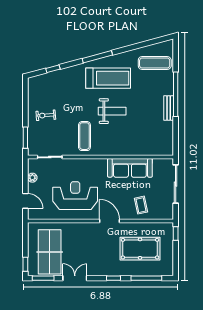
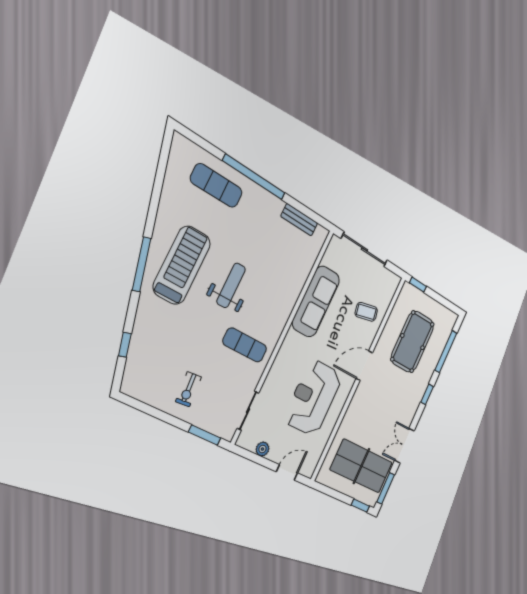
exercise mat: (155, 63) -> (216, 186), moved, turned 90
bench: (169, 108) -> (299, 220), moved

